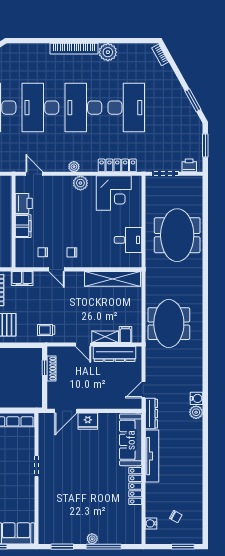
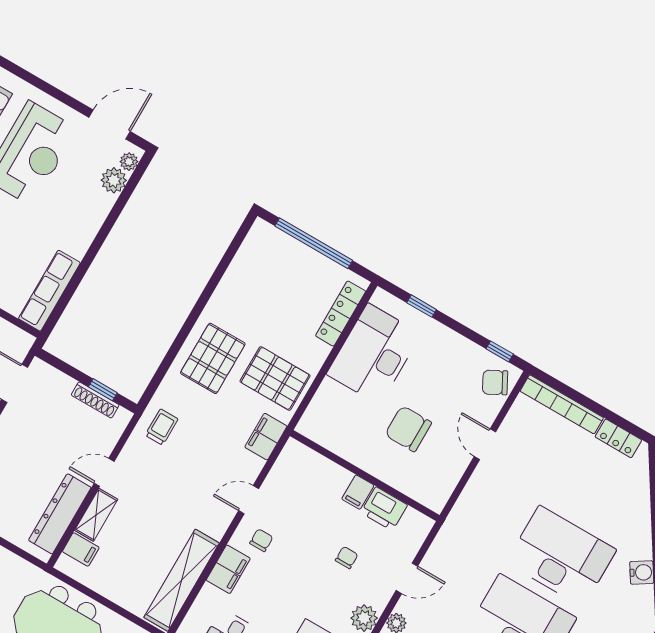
door: (34, 174) -> (407, 578), moved
filing cabinet: (23, 226) -> (358, 492), width x0.50
chair: (43, 252) -> (347, 558), moved
filing cabinet: (95, 260) -> (228, 569), added

